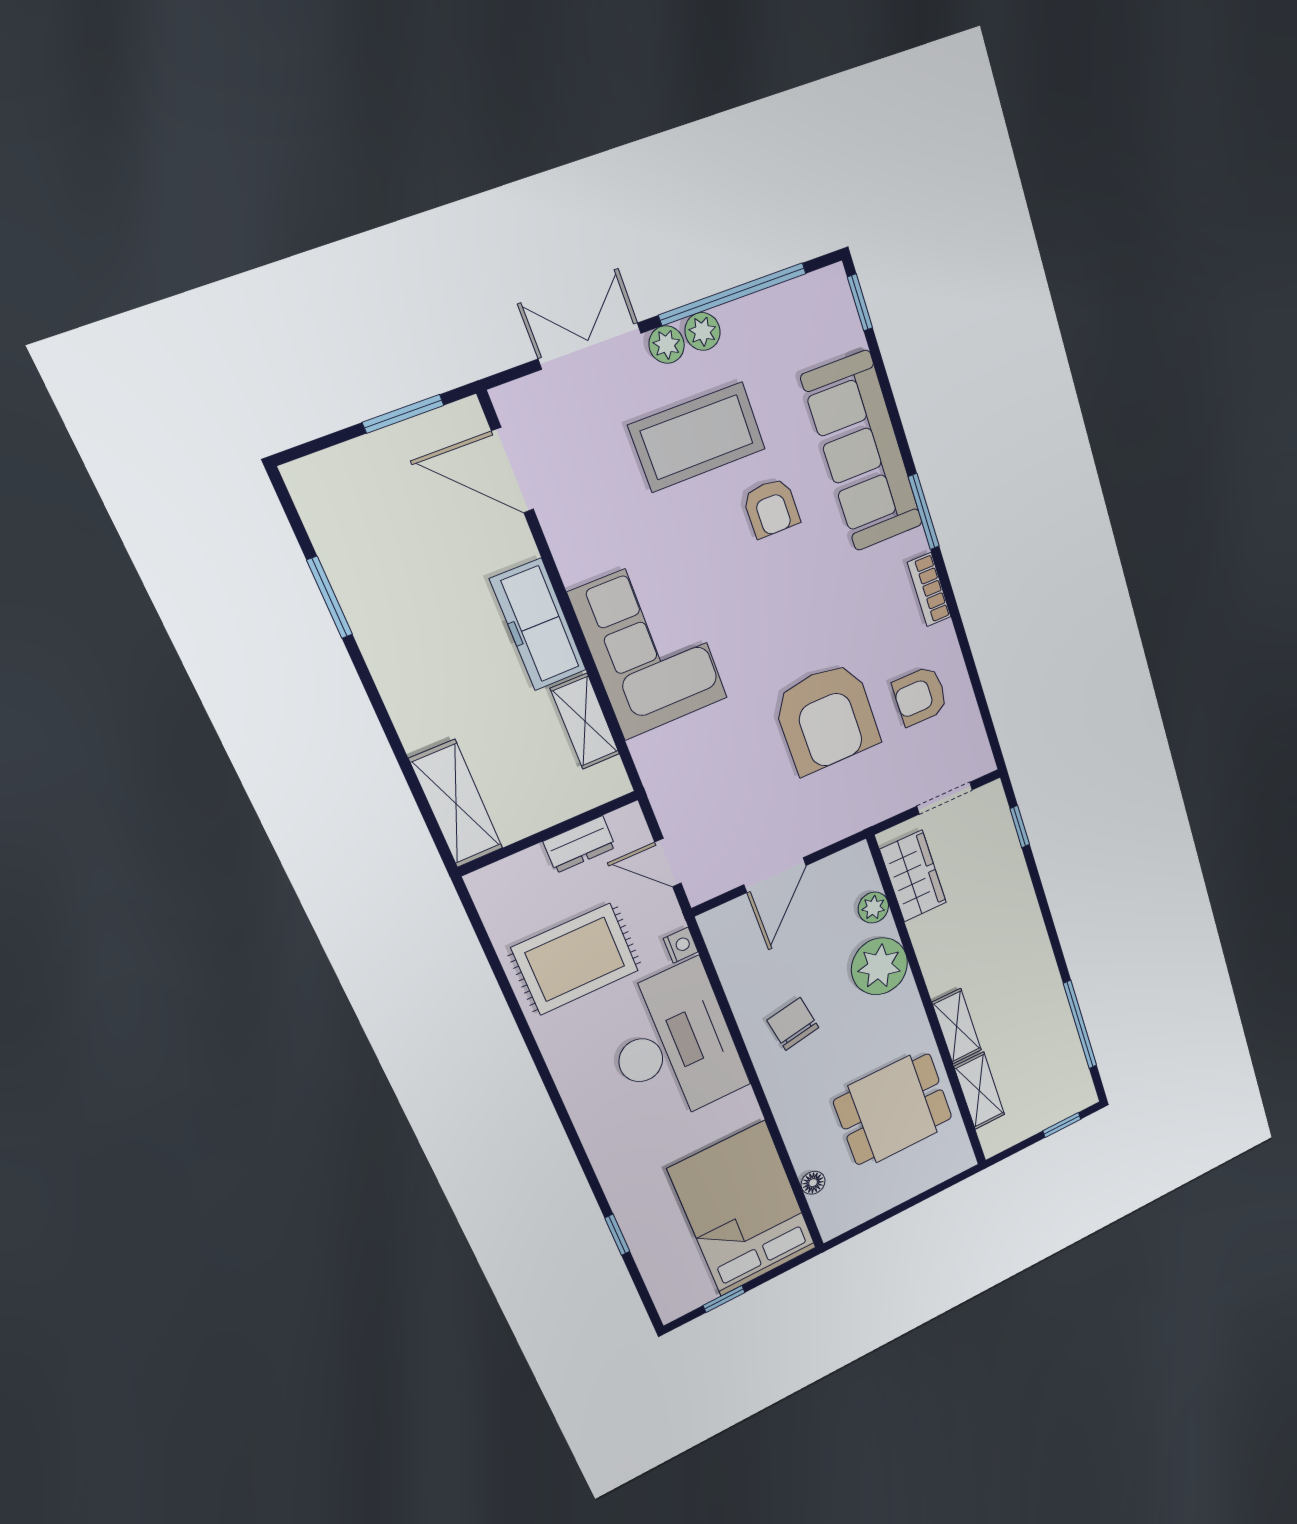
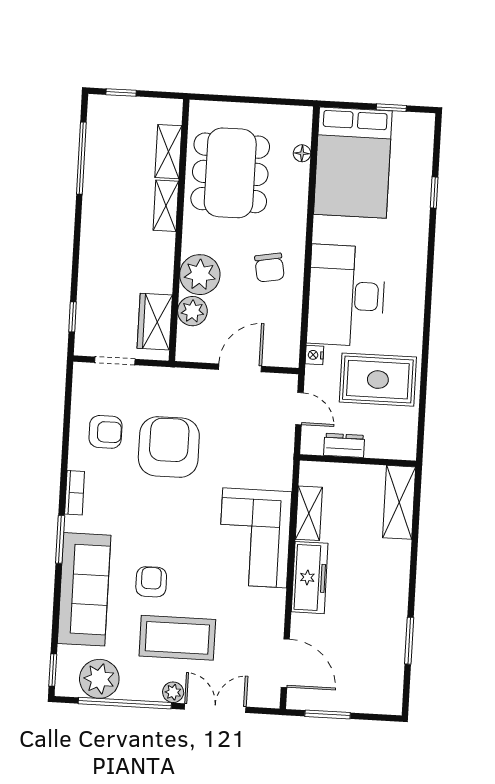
plant: (703, 331) -> (99, 679), moved, width x1.88, depth x1.88
double door: (590, 346) -> (215, 708), swing flipped
plant: (873, 908) -> (192, 311), width x1.38, depth x1.38
dining table: (893, 1109) -> (230, 173), width x1.37

